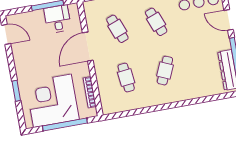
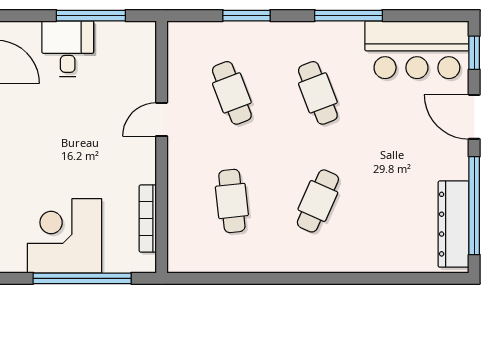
desk: (58, 19) -> (68, 49), moved
door: (88, 46) -> (162, 119), width x0.53
corner desk: (52, 101) -> (64, 236), width x0.74, depth x0.74

